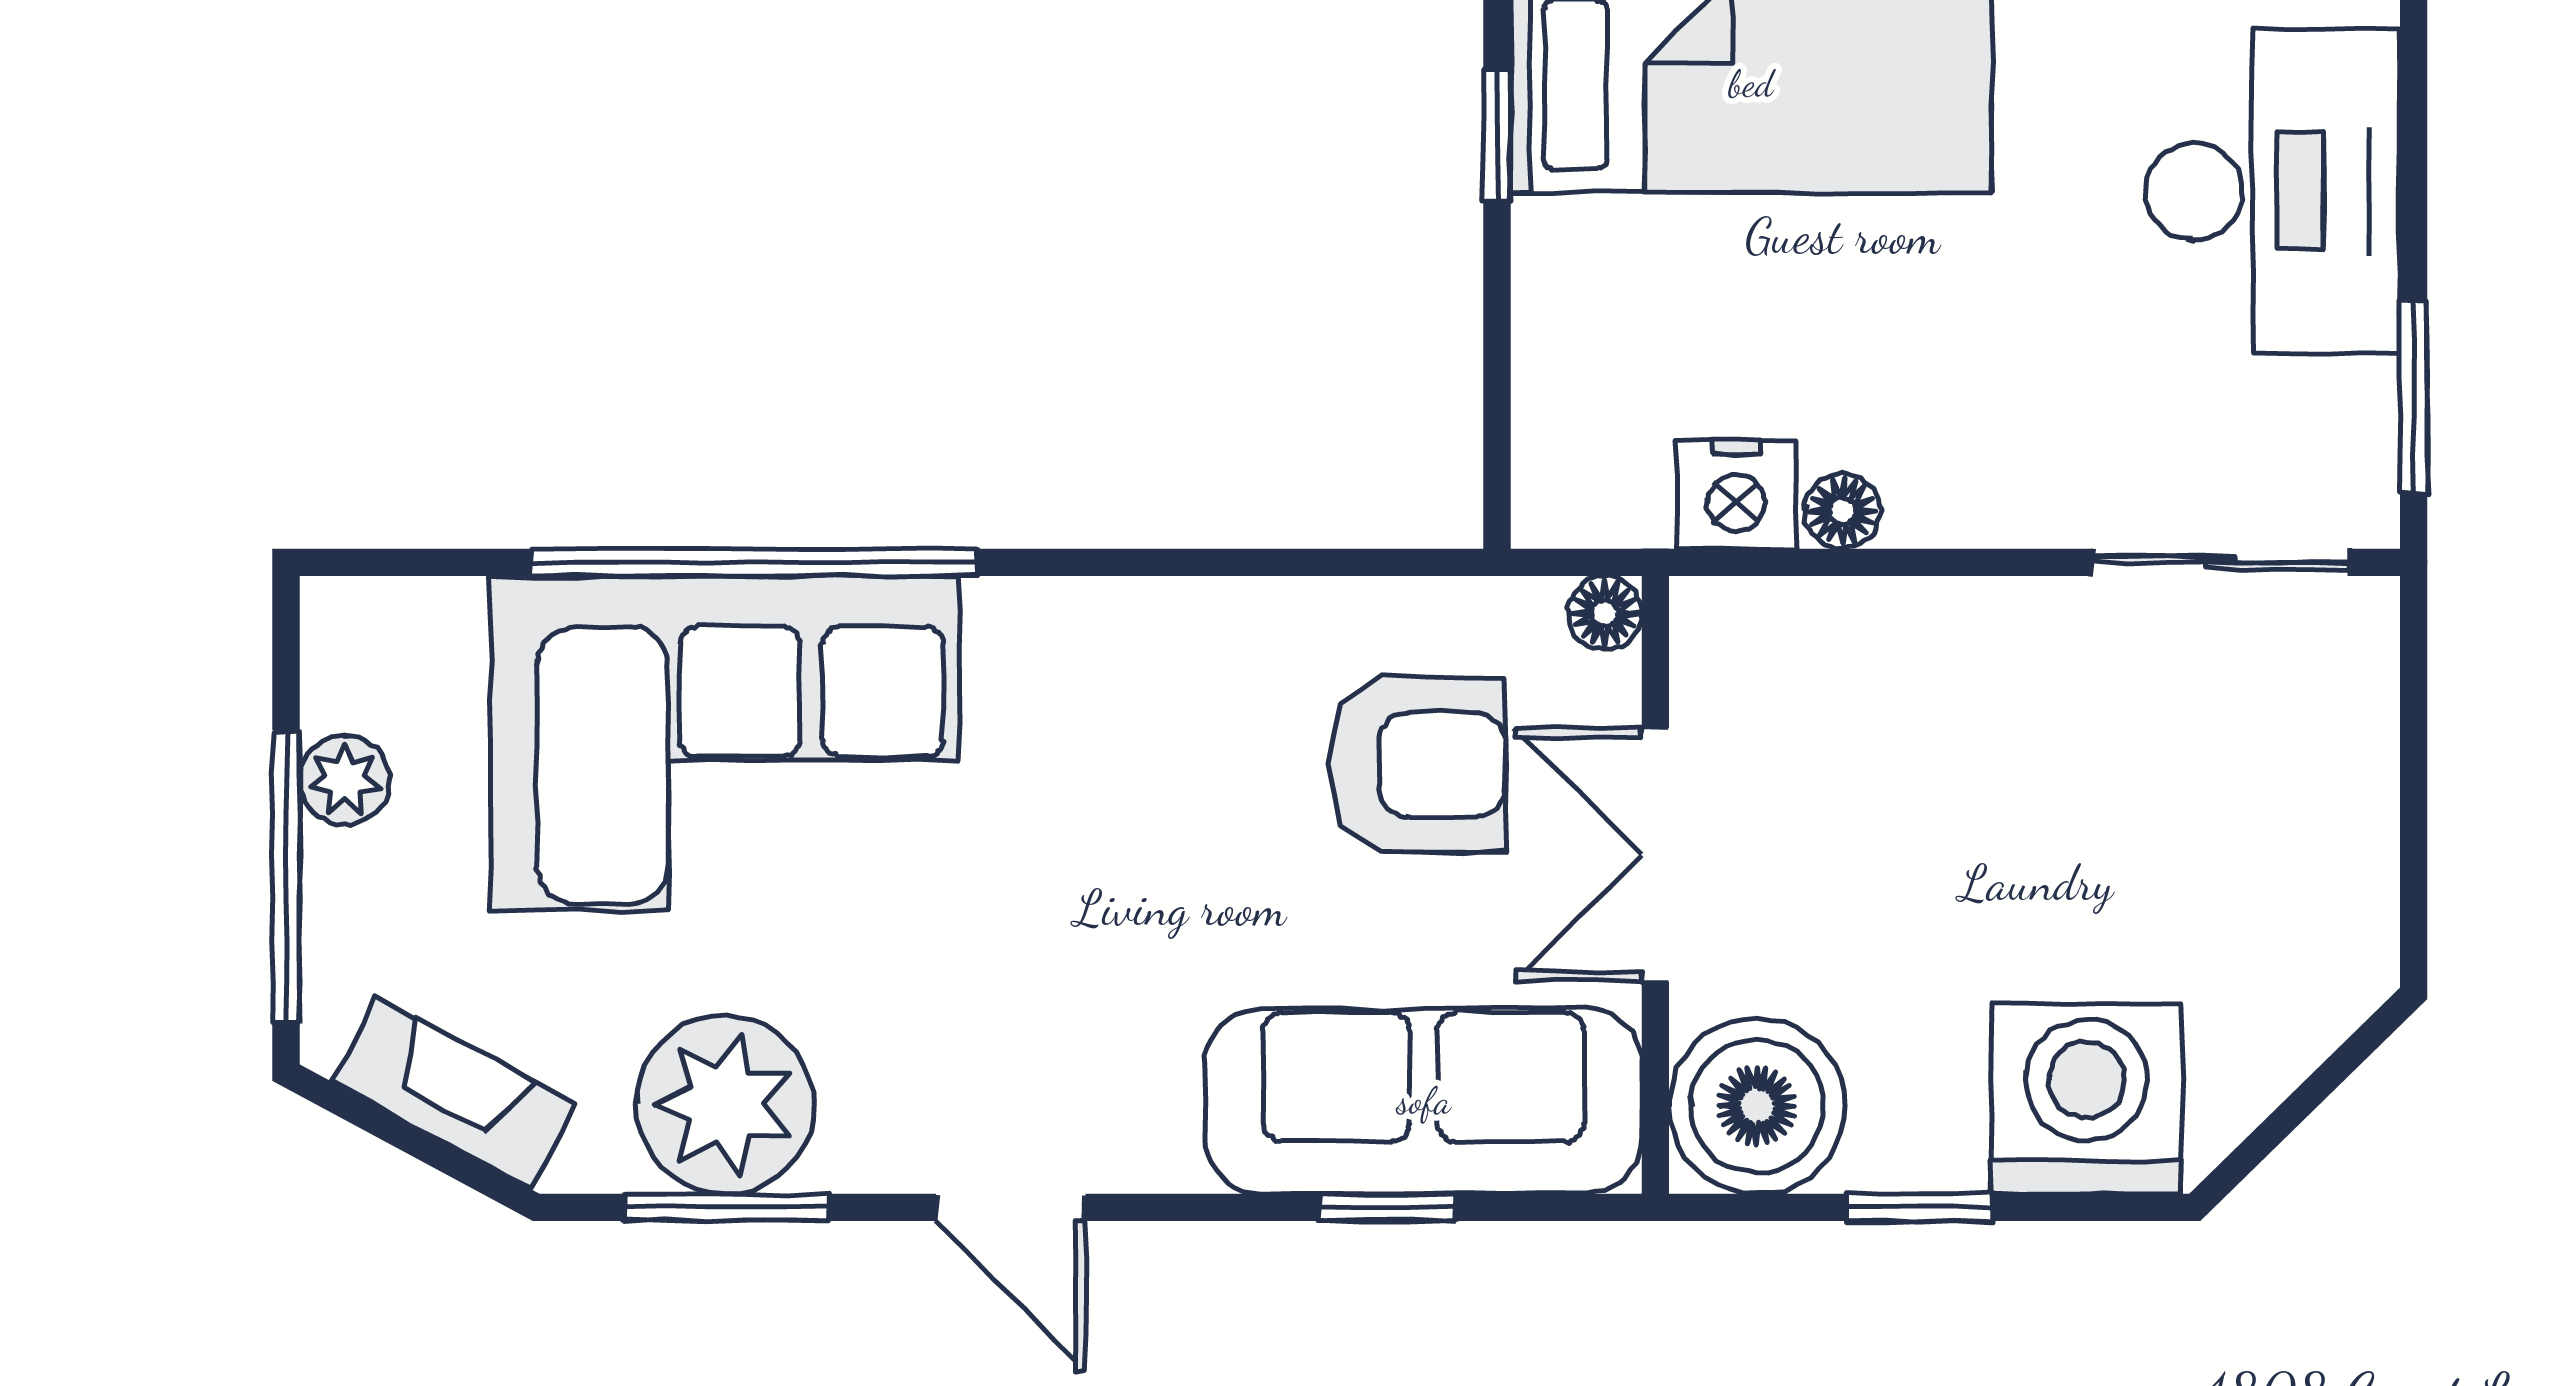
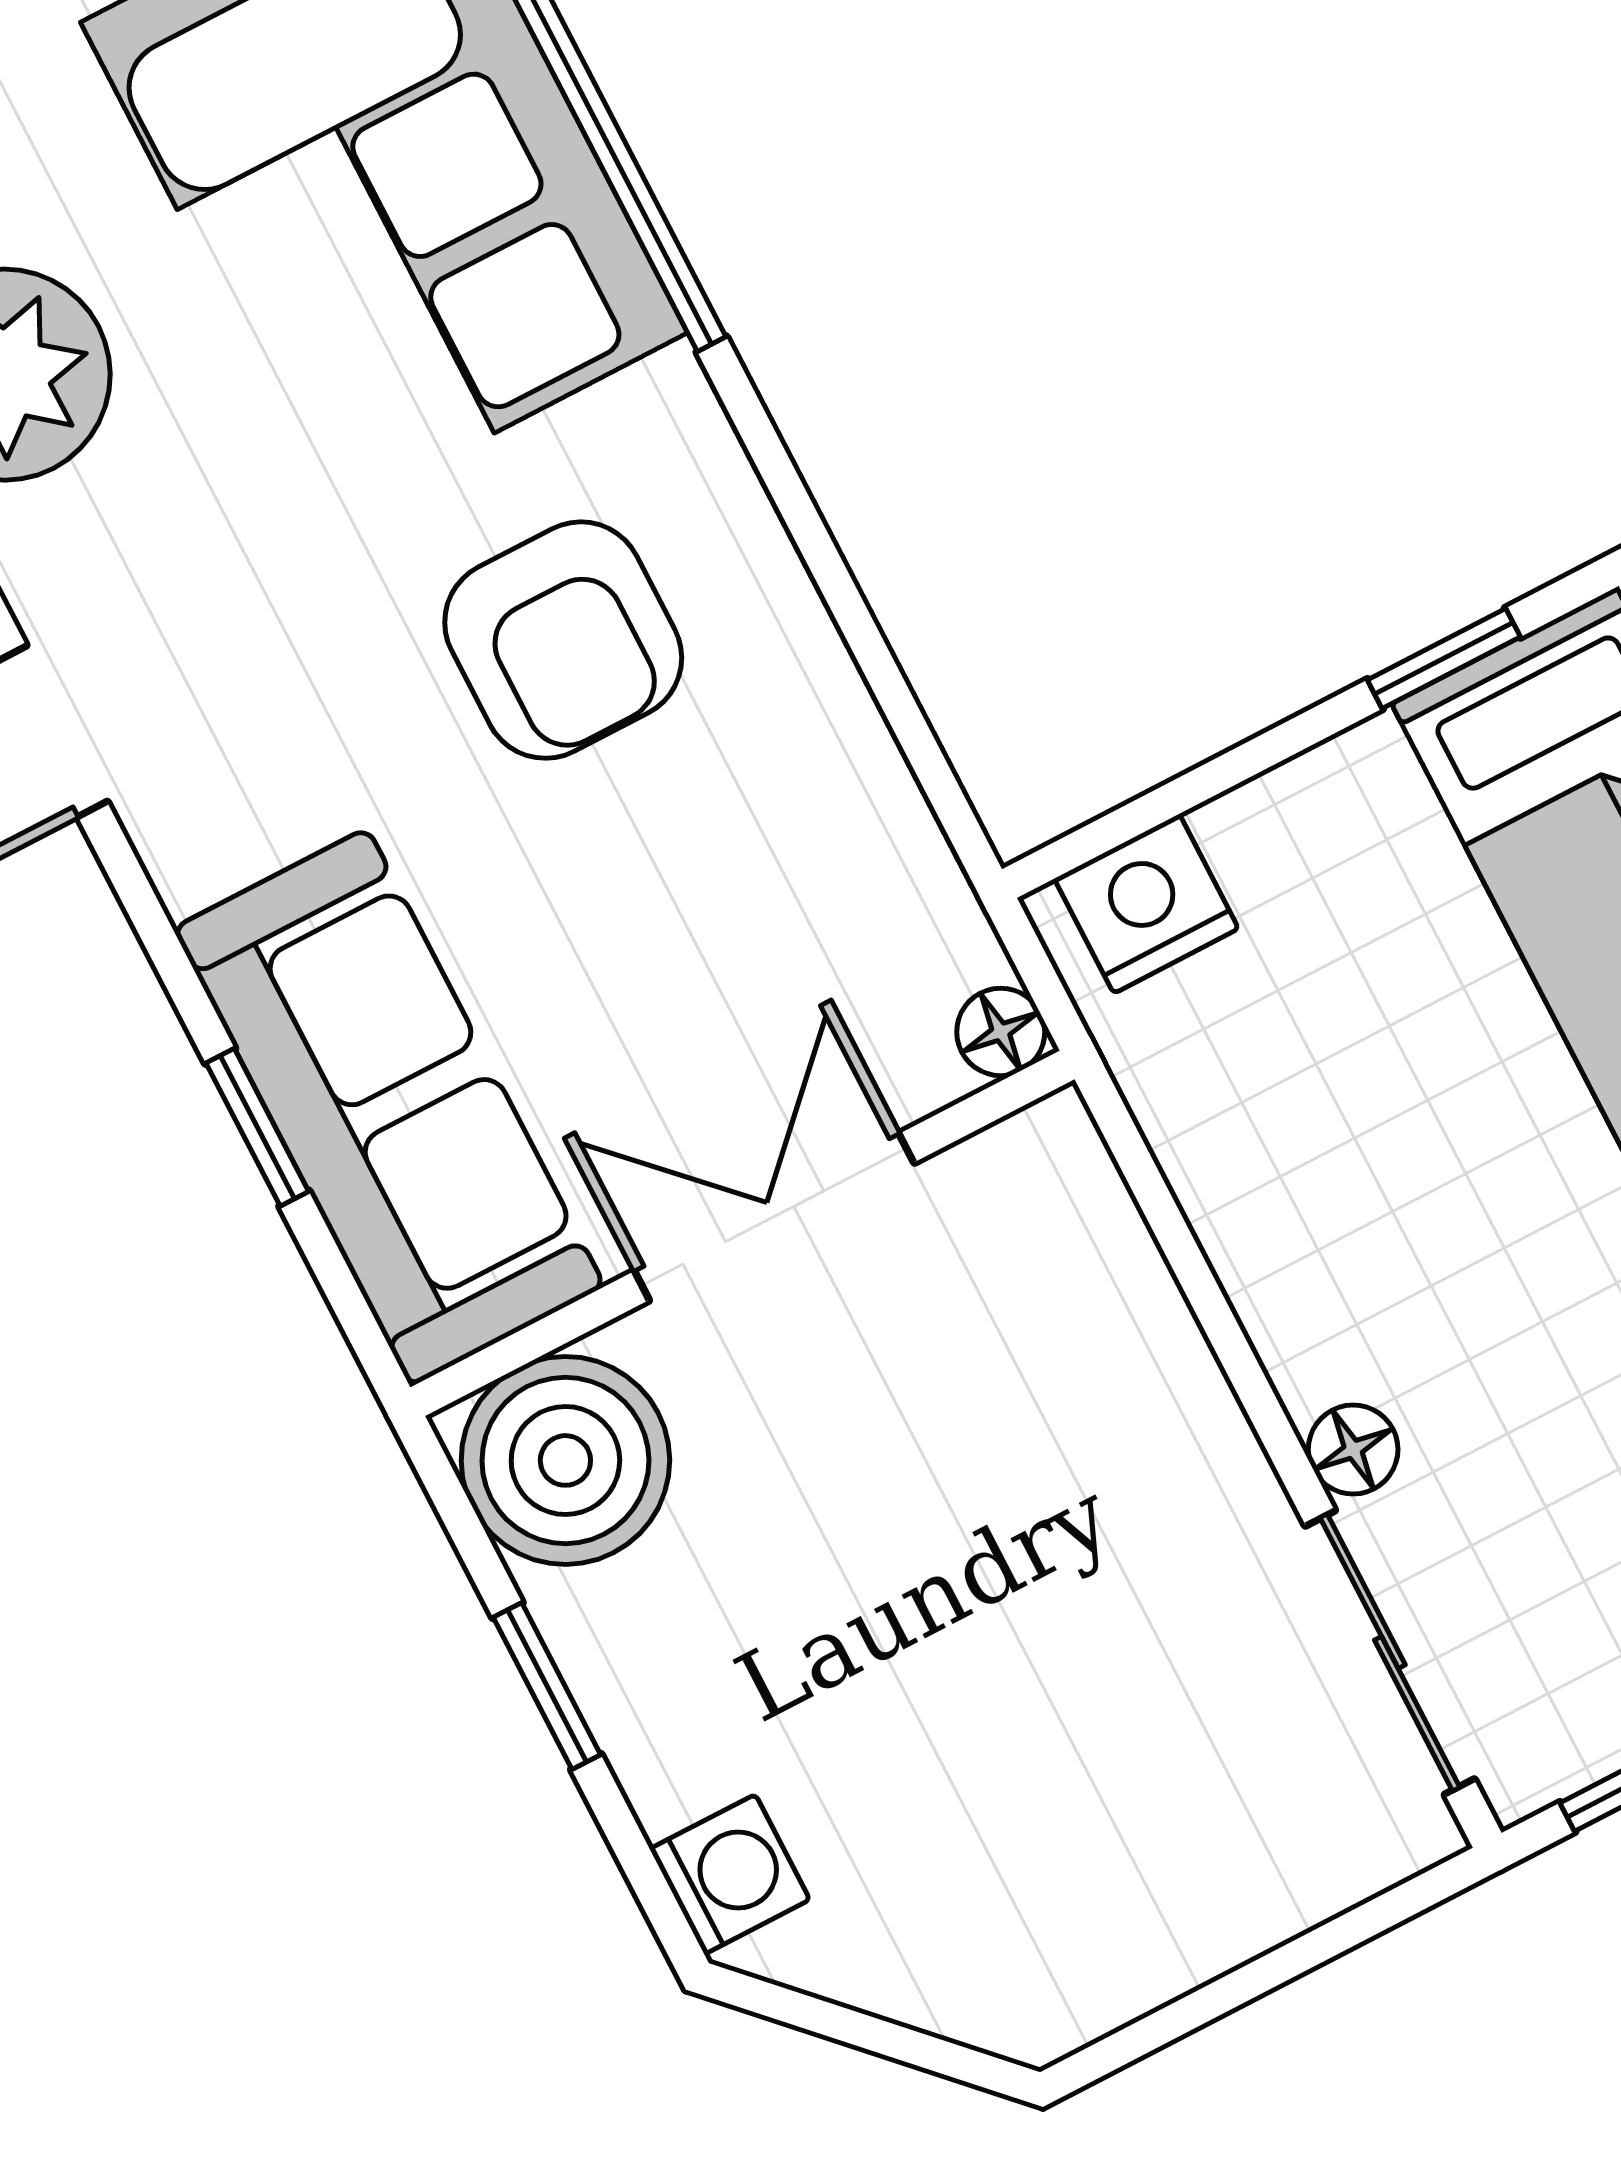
nightstand: (1736, 494) -> (1146, 904), moved, turned 90
floor lamp: (1842, 511) -> (1353, 1449), moved
armchair: (1417, 765) -> (563, 640), moved
washing machine: (2086, 1099) -> (730, 1874), width x0.53, depth x0.53

